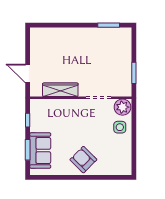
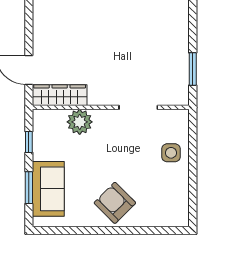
wardrobe: (60, 90) -> (60, 95), moved
plant: (122, 107) -> (80, 122), moved

